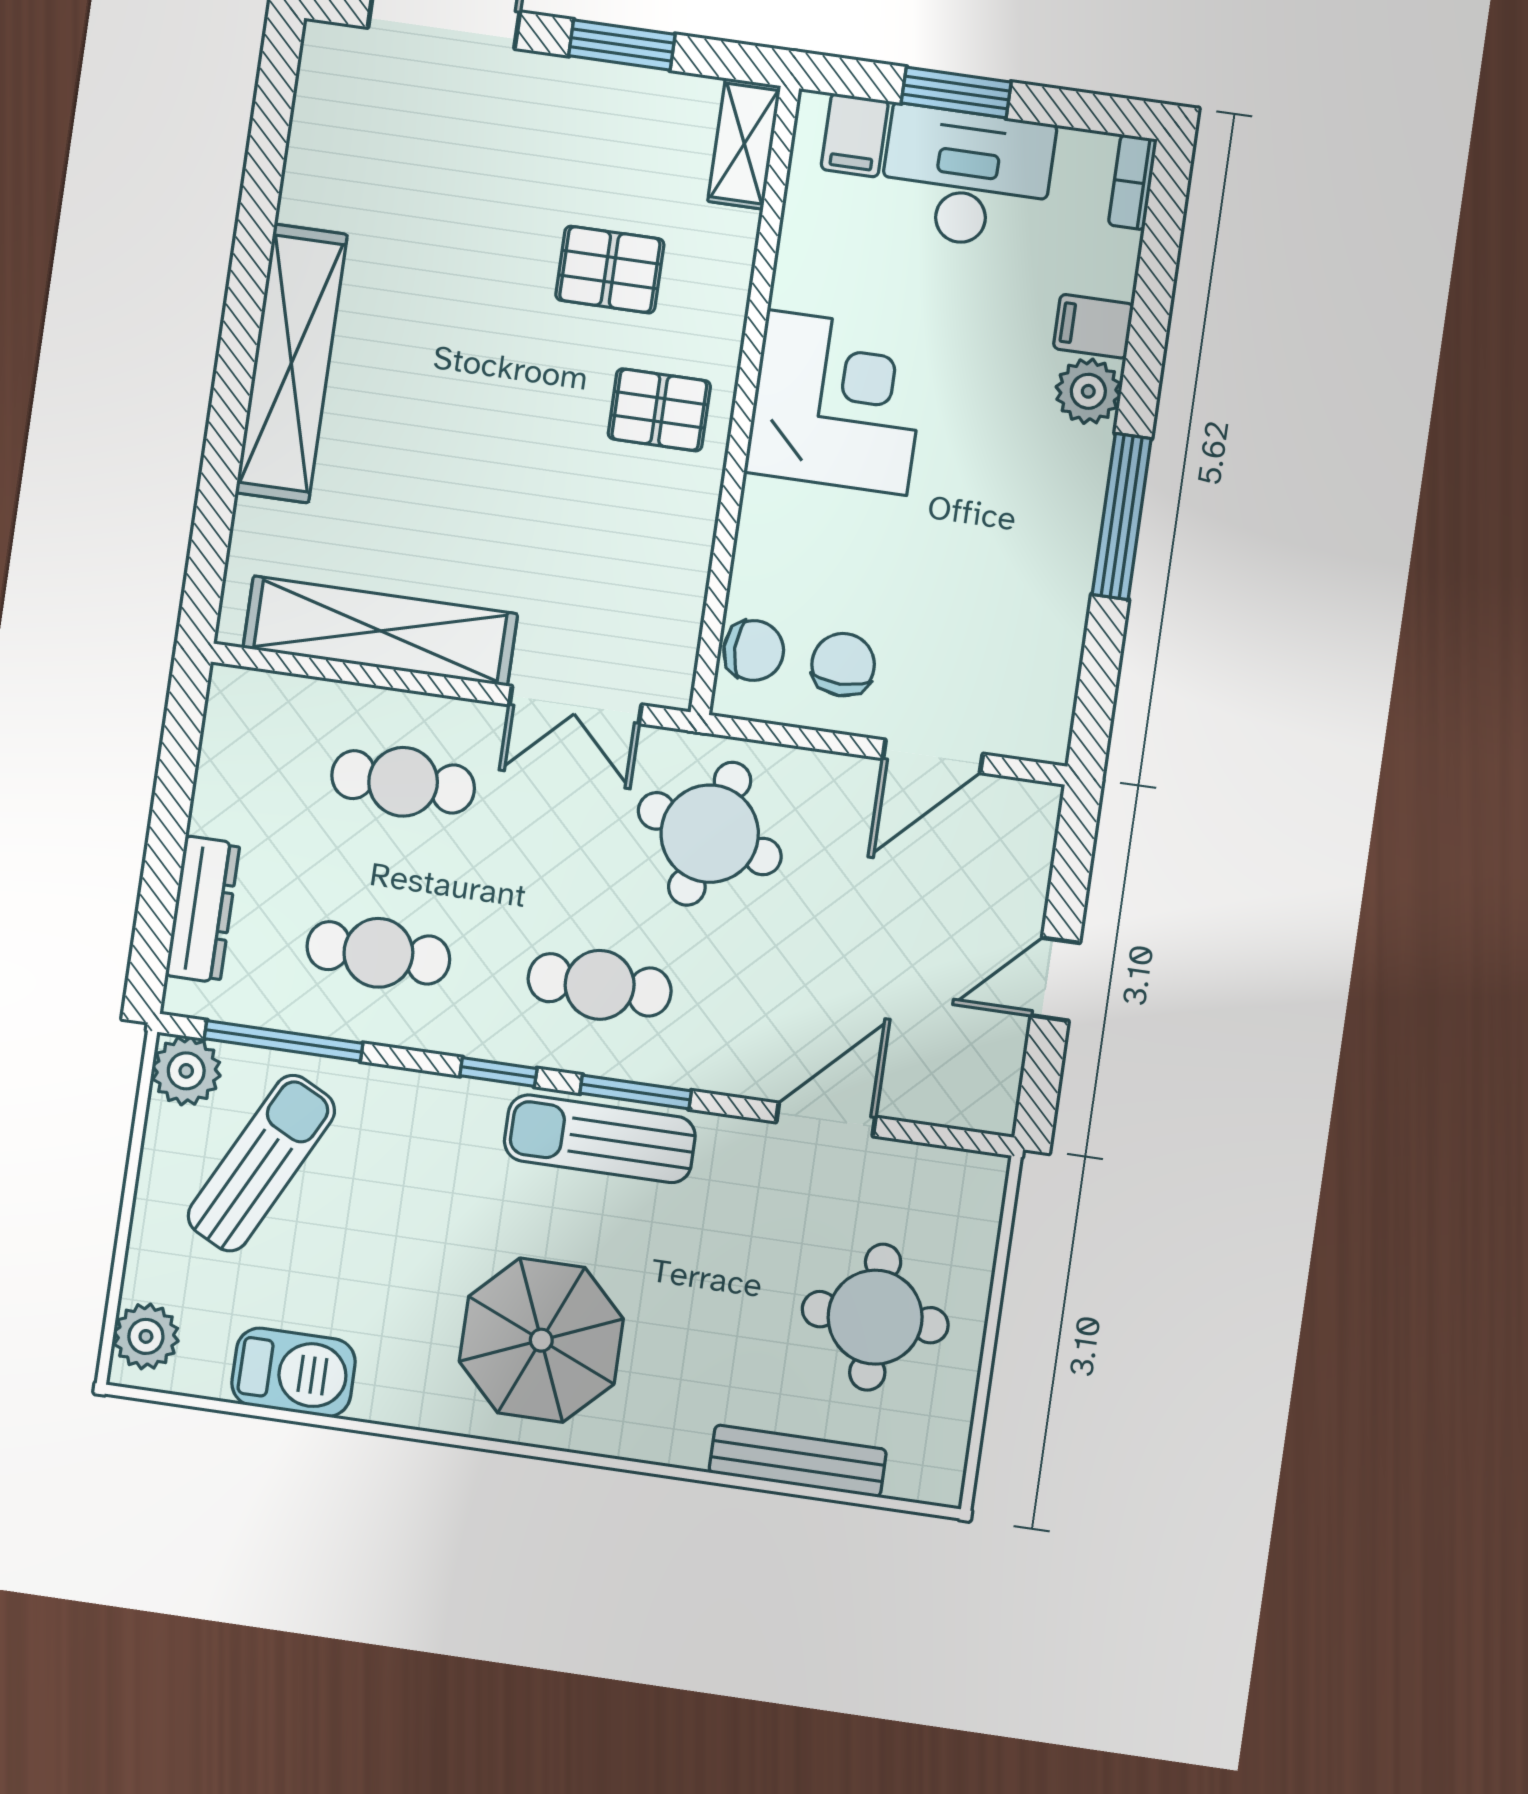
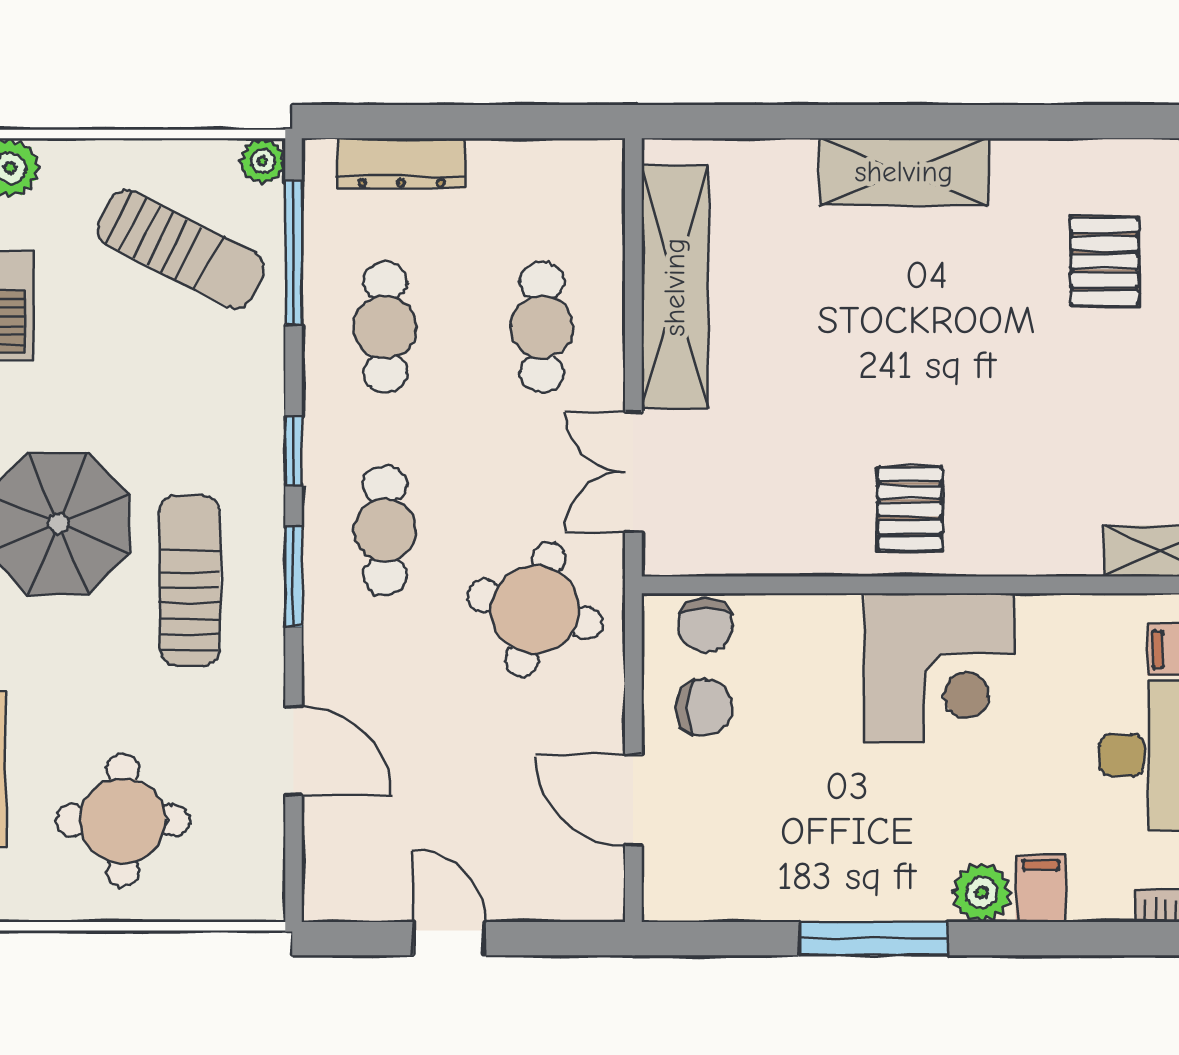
pallet: (610, 270) -> (1105, 261), moved
shelving: (291, 363) -> (904, 172), width x0.68
plant: (186, 1071) -> (262, 161), width x0.73, depth x0.73
sun lounger: (600, 1139) -> (190, 581), moved

